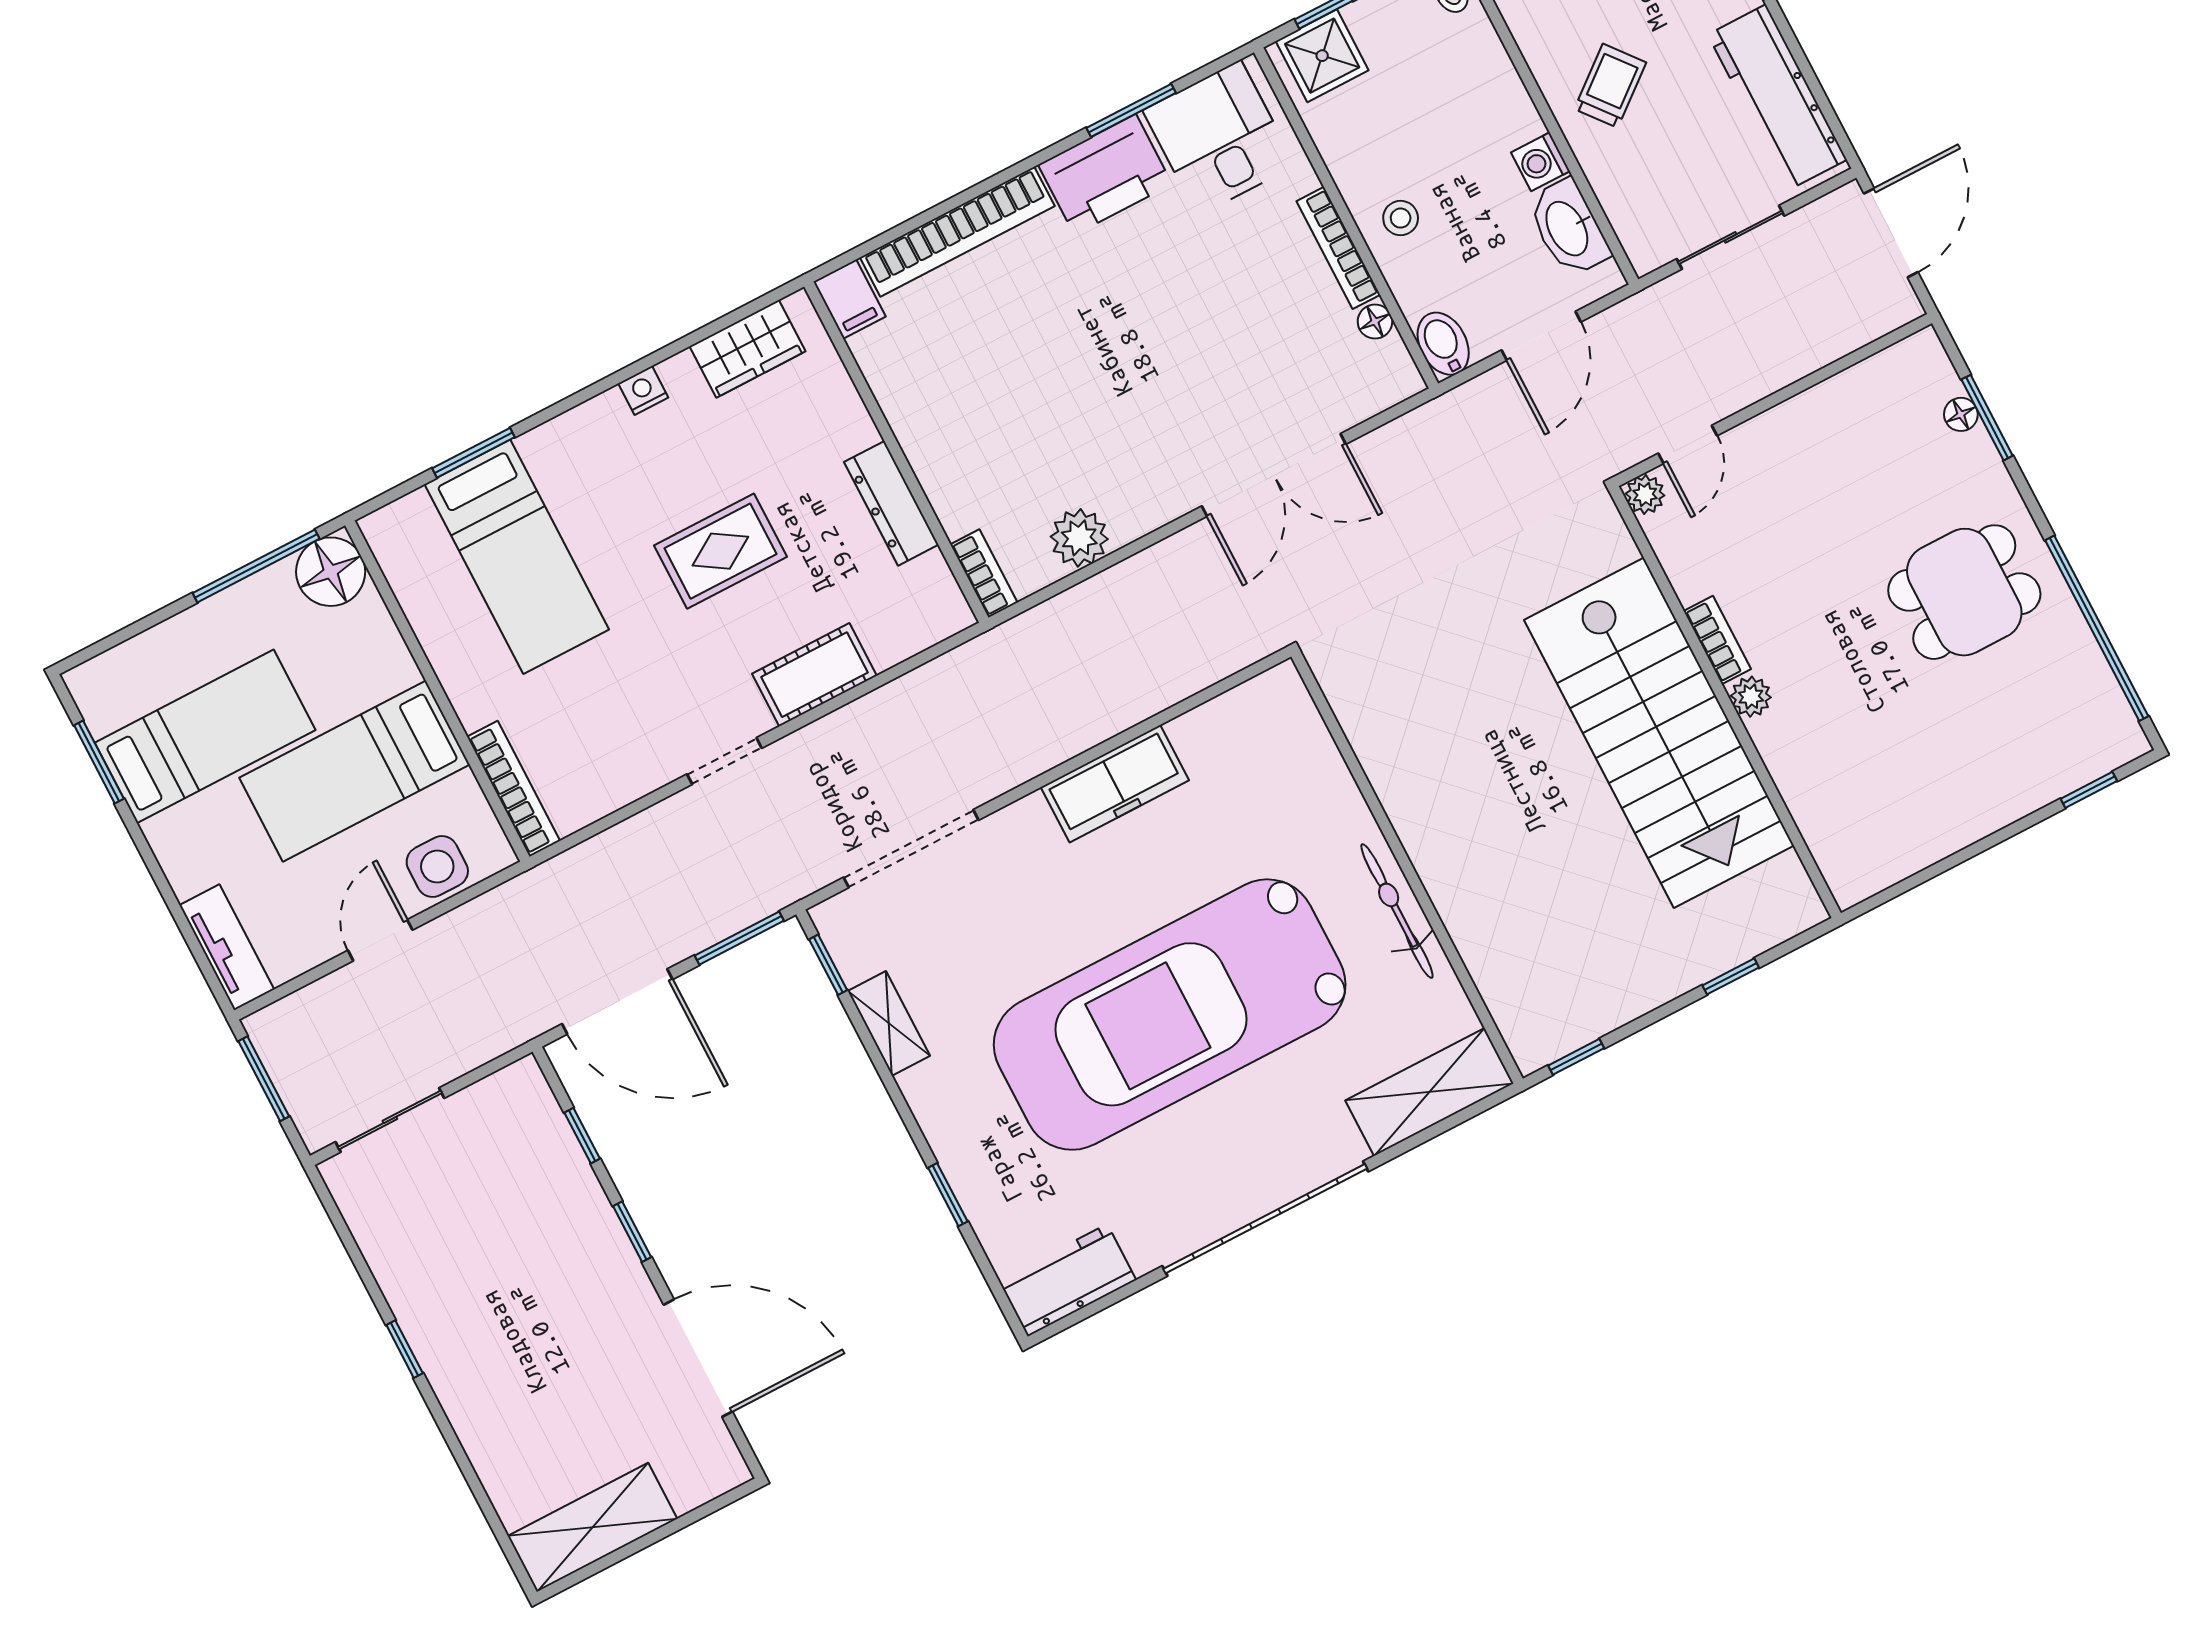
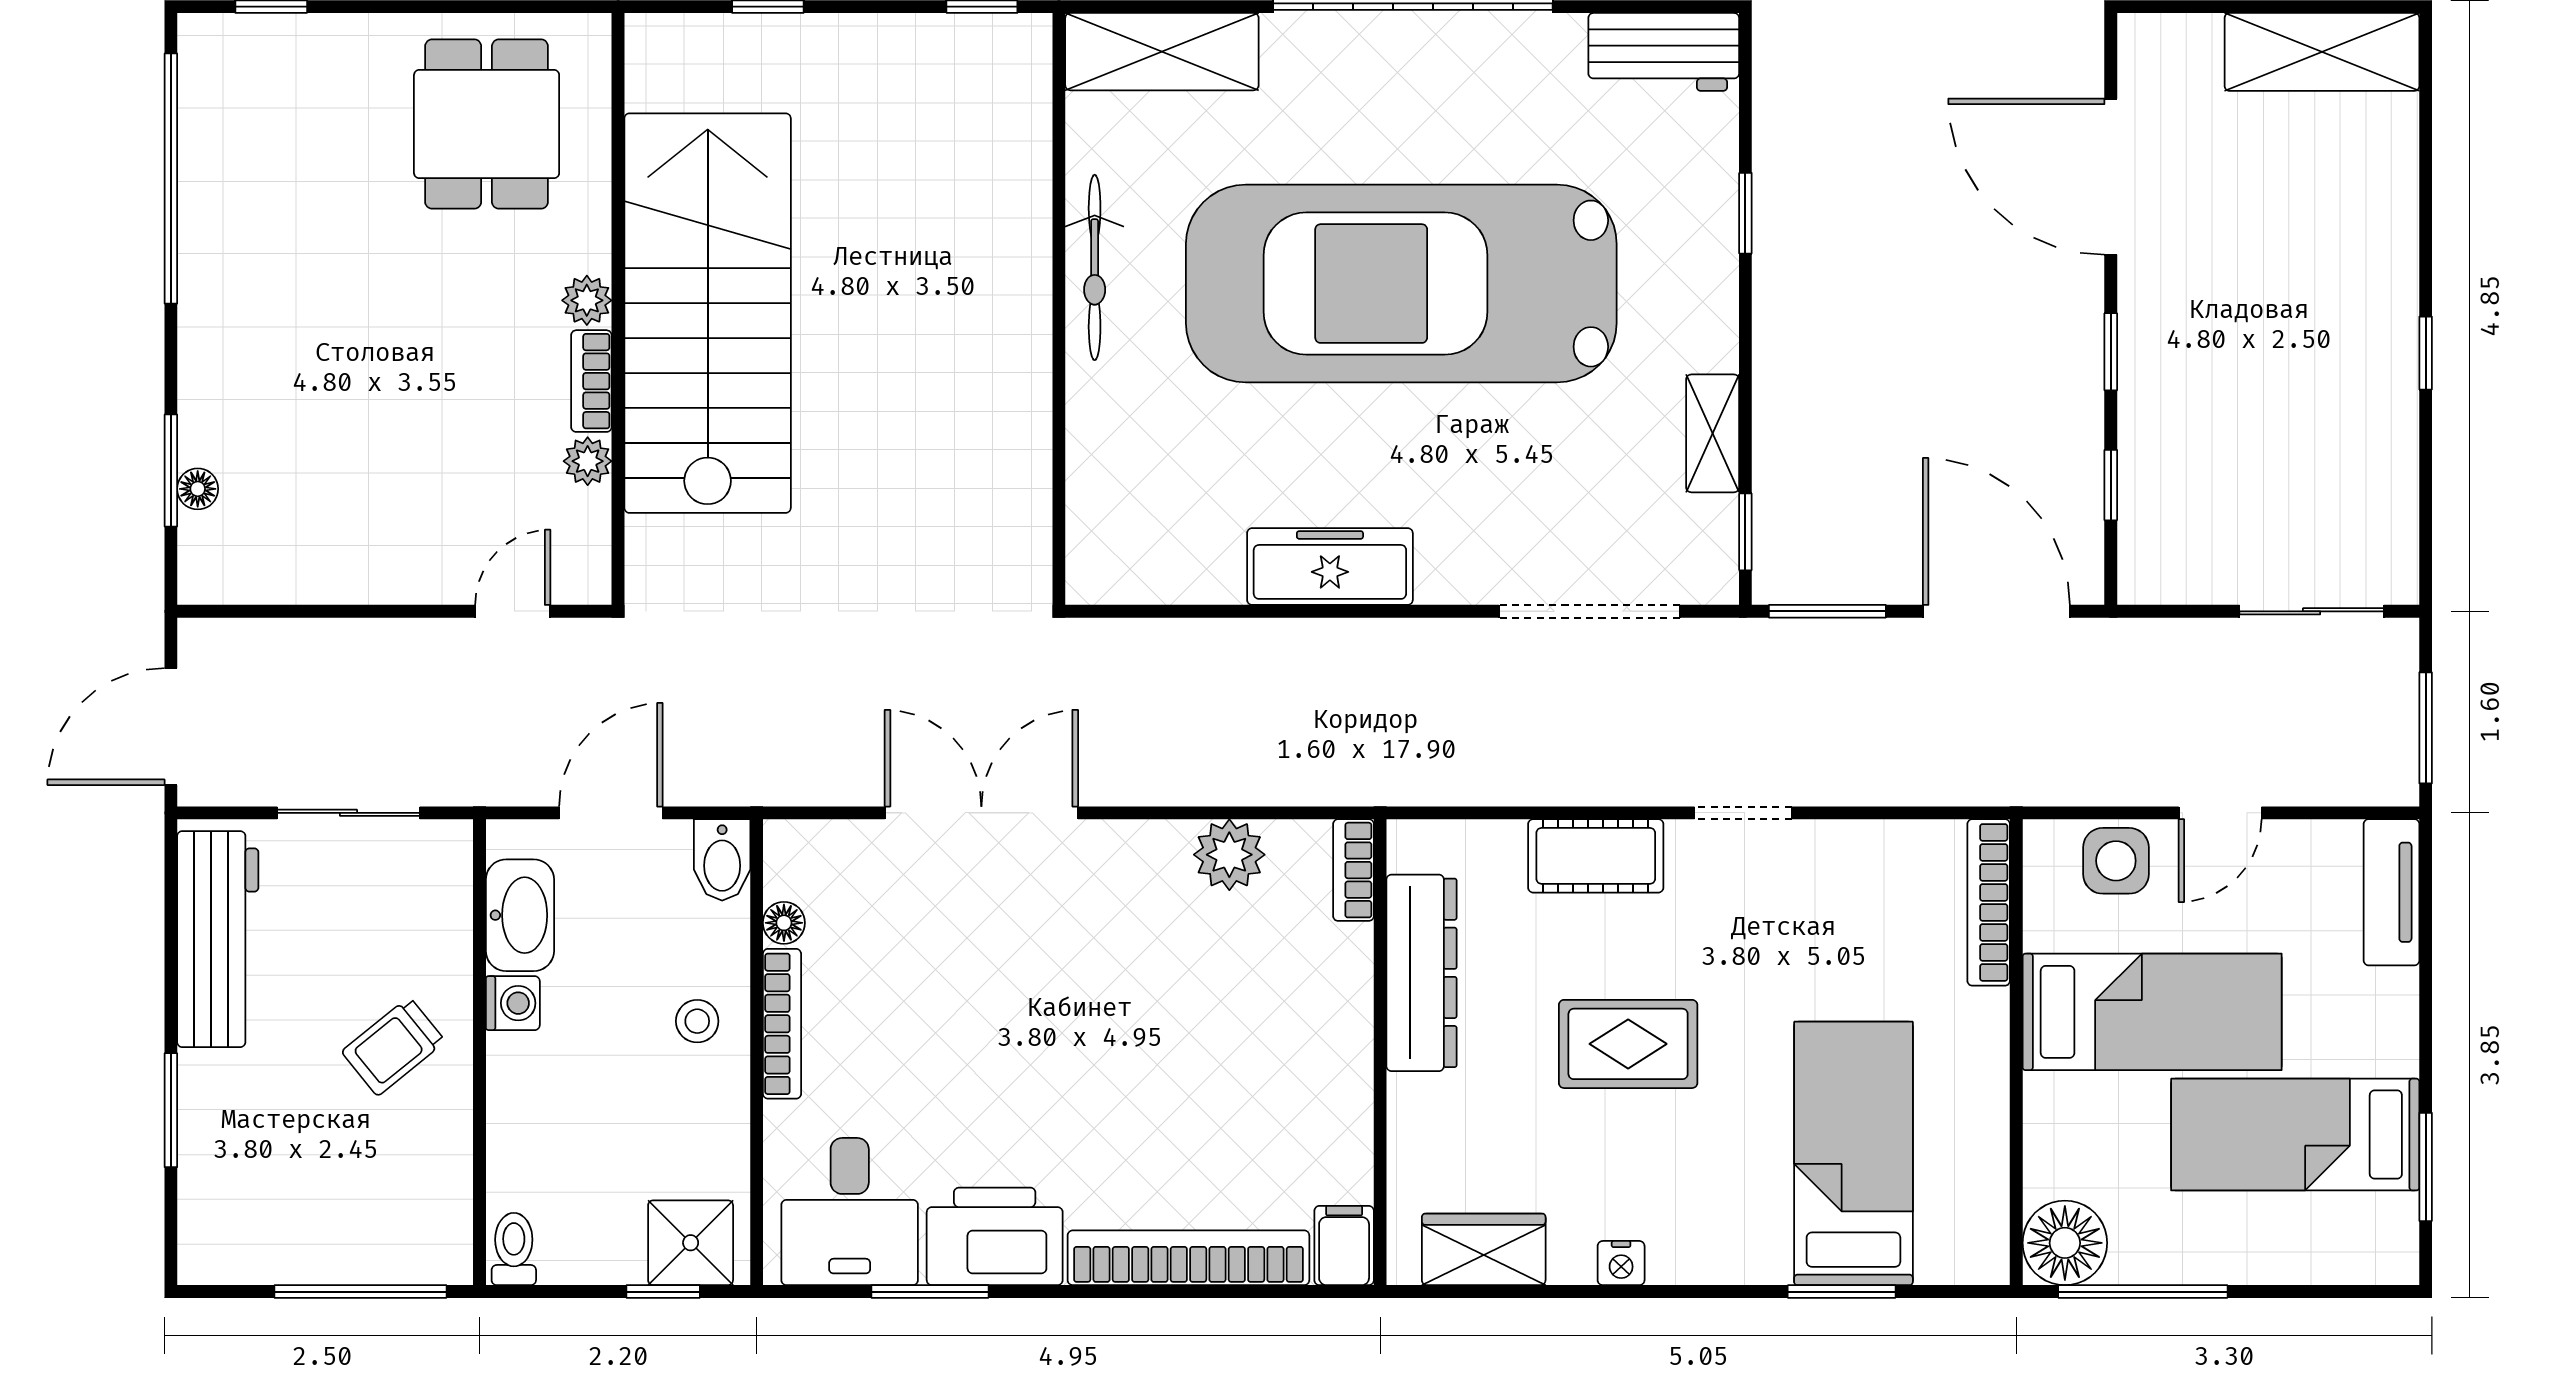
plant: (1645, 495) -> (588, 461), moved
dresser: (891, 503) -> (1421, 973), width x1.37, depth x1.24
dining table: (1964, 592) -> (487, 124), moved, turned 90
car: (1170, 1015) -> (1401, 284), turned 180

